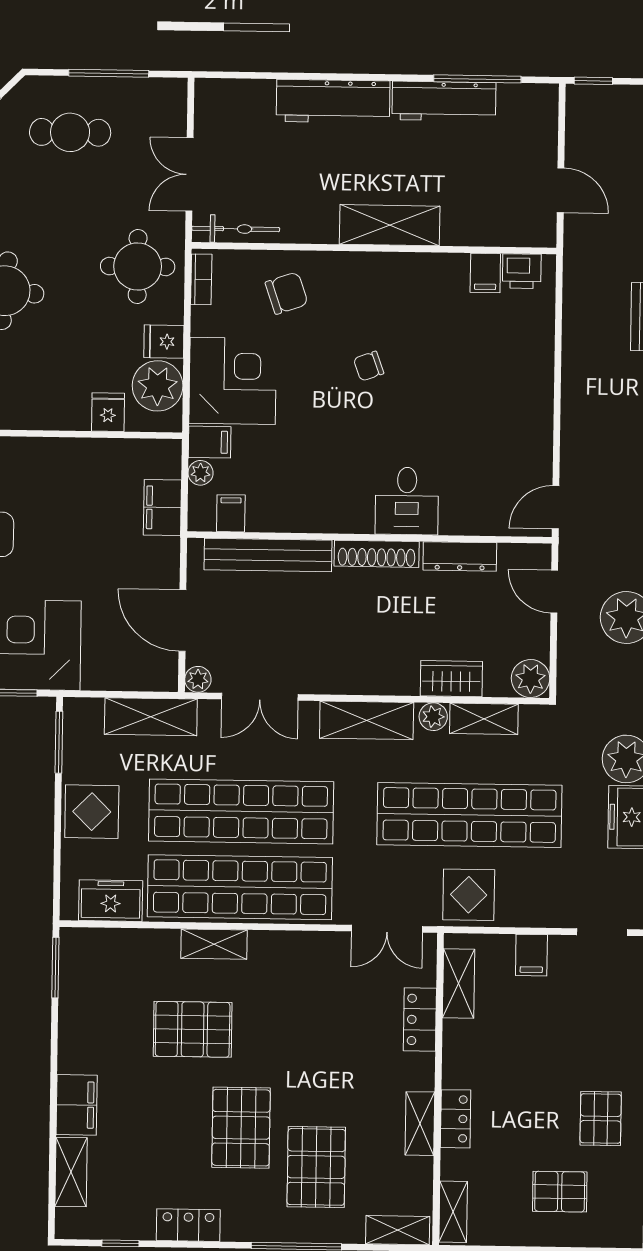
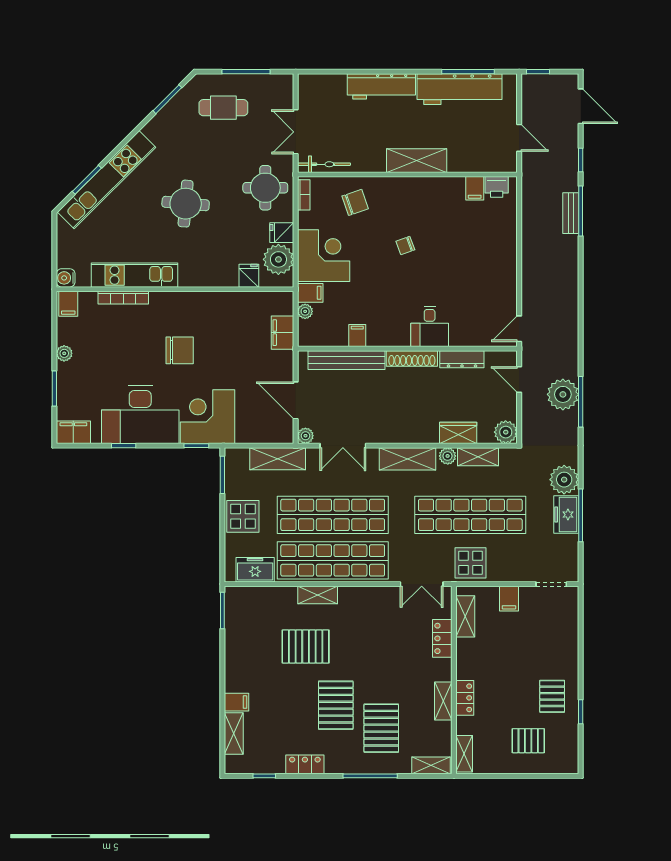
workbench: (444, 101) -> (459, 89), width x1.36, depth x1.32
filing cabinet: (231, 513) -> (357, 335), moved
filing cabinet: (77, 1105) -> (237, 702), width x0.50

